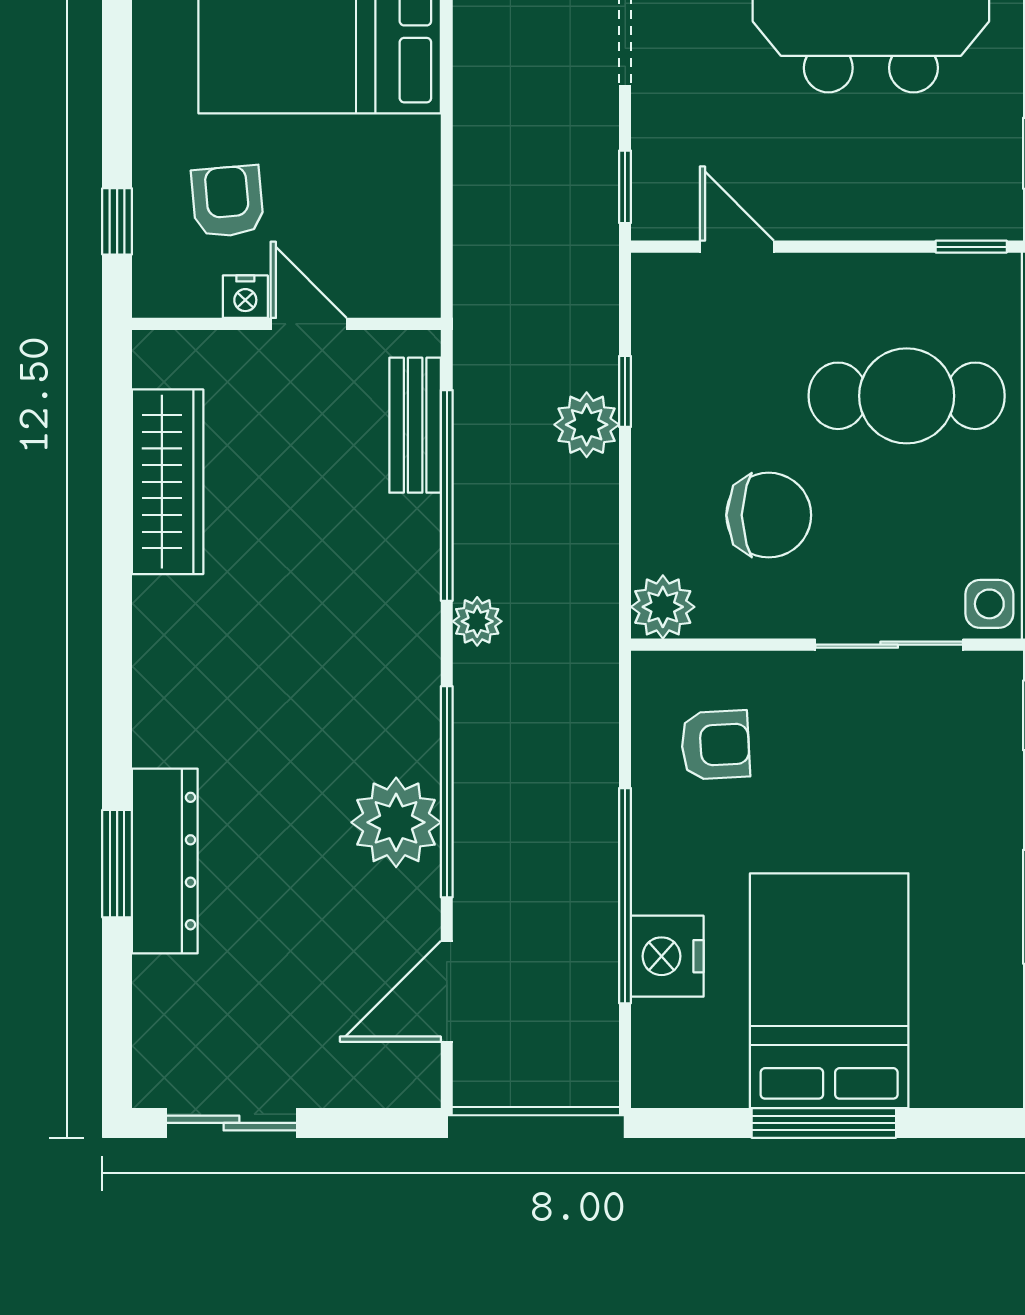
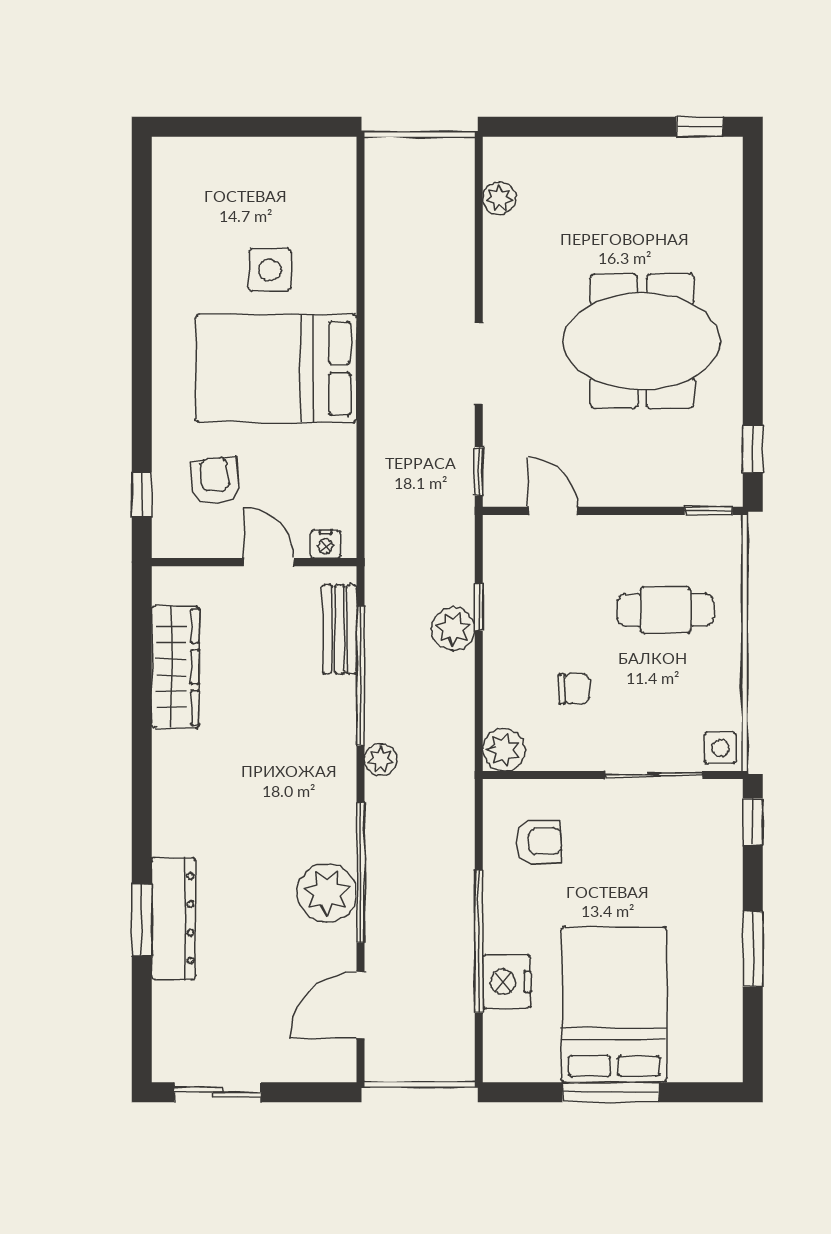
nightstand: (245, 297) -> (325, 544), moved
cafe table: (907, 396) -> (666, 610), width x0.73, depth x0.74
chair: (769, 515) -> (574, 689), width x0.54, depth x0.54

